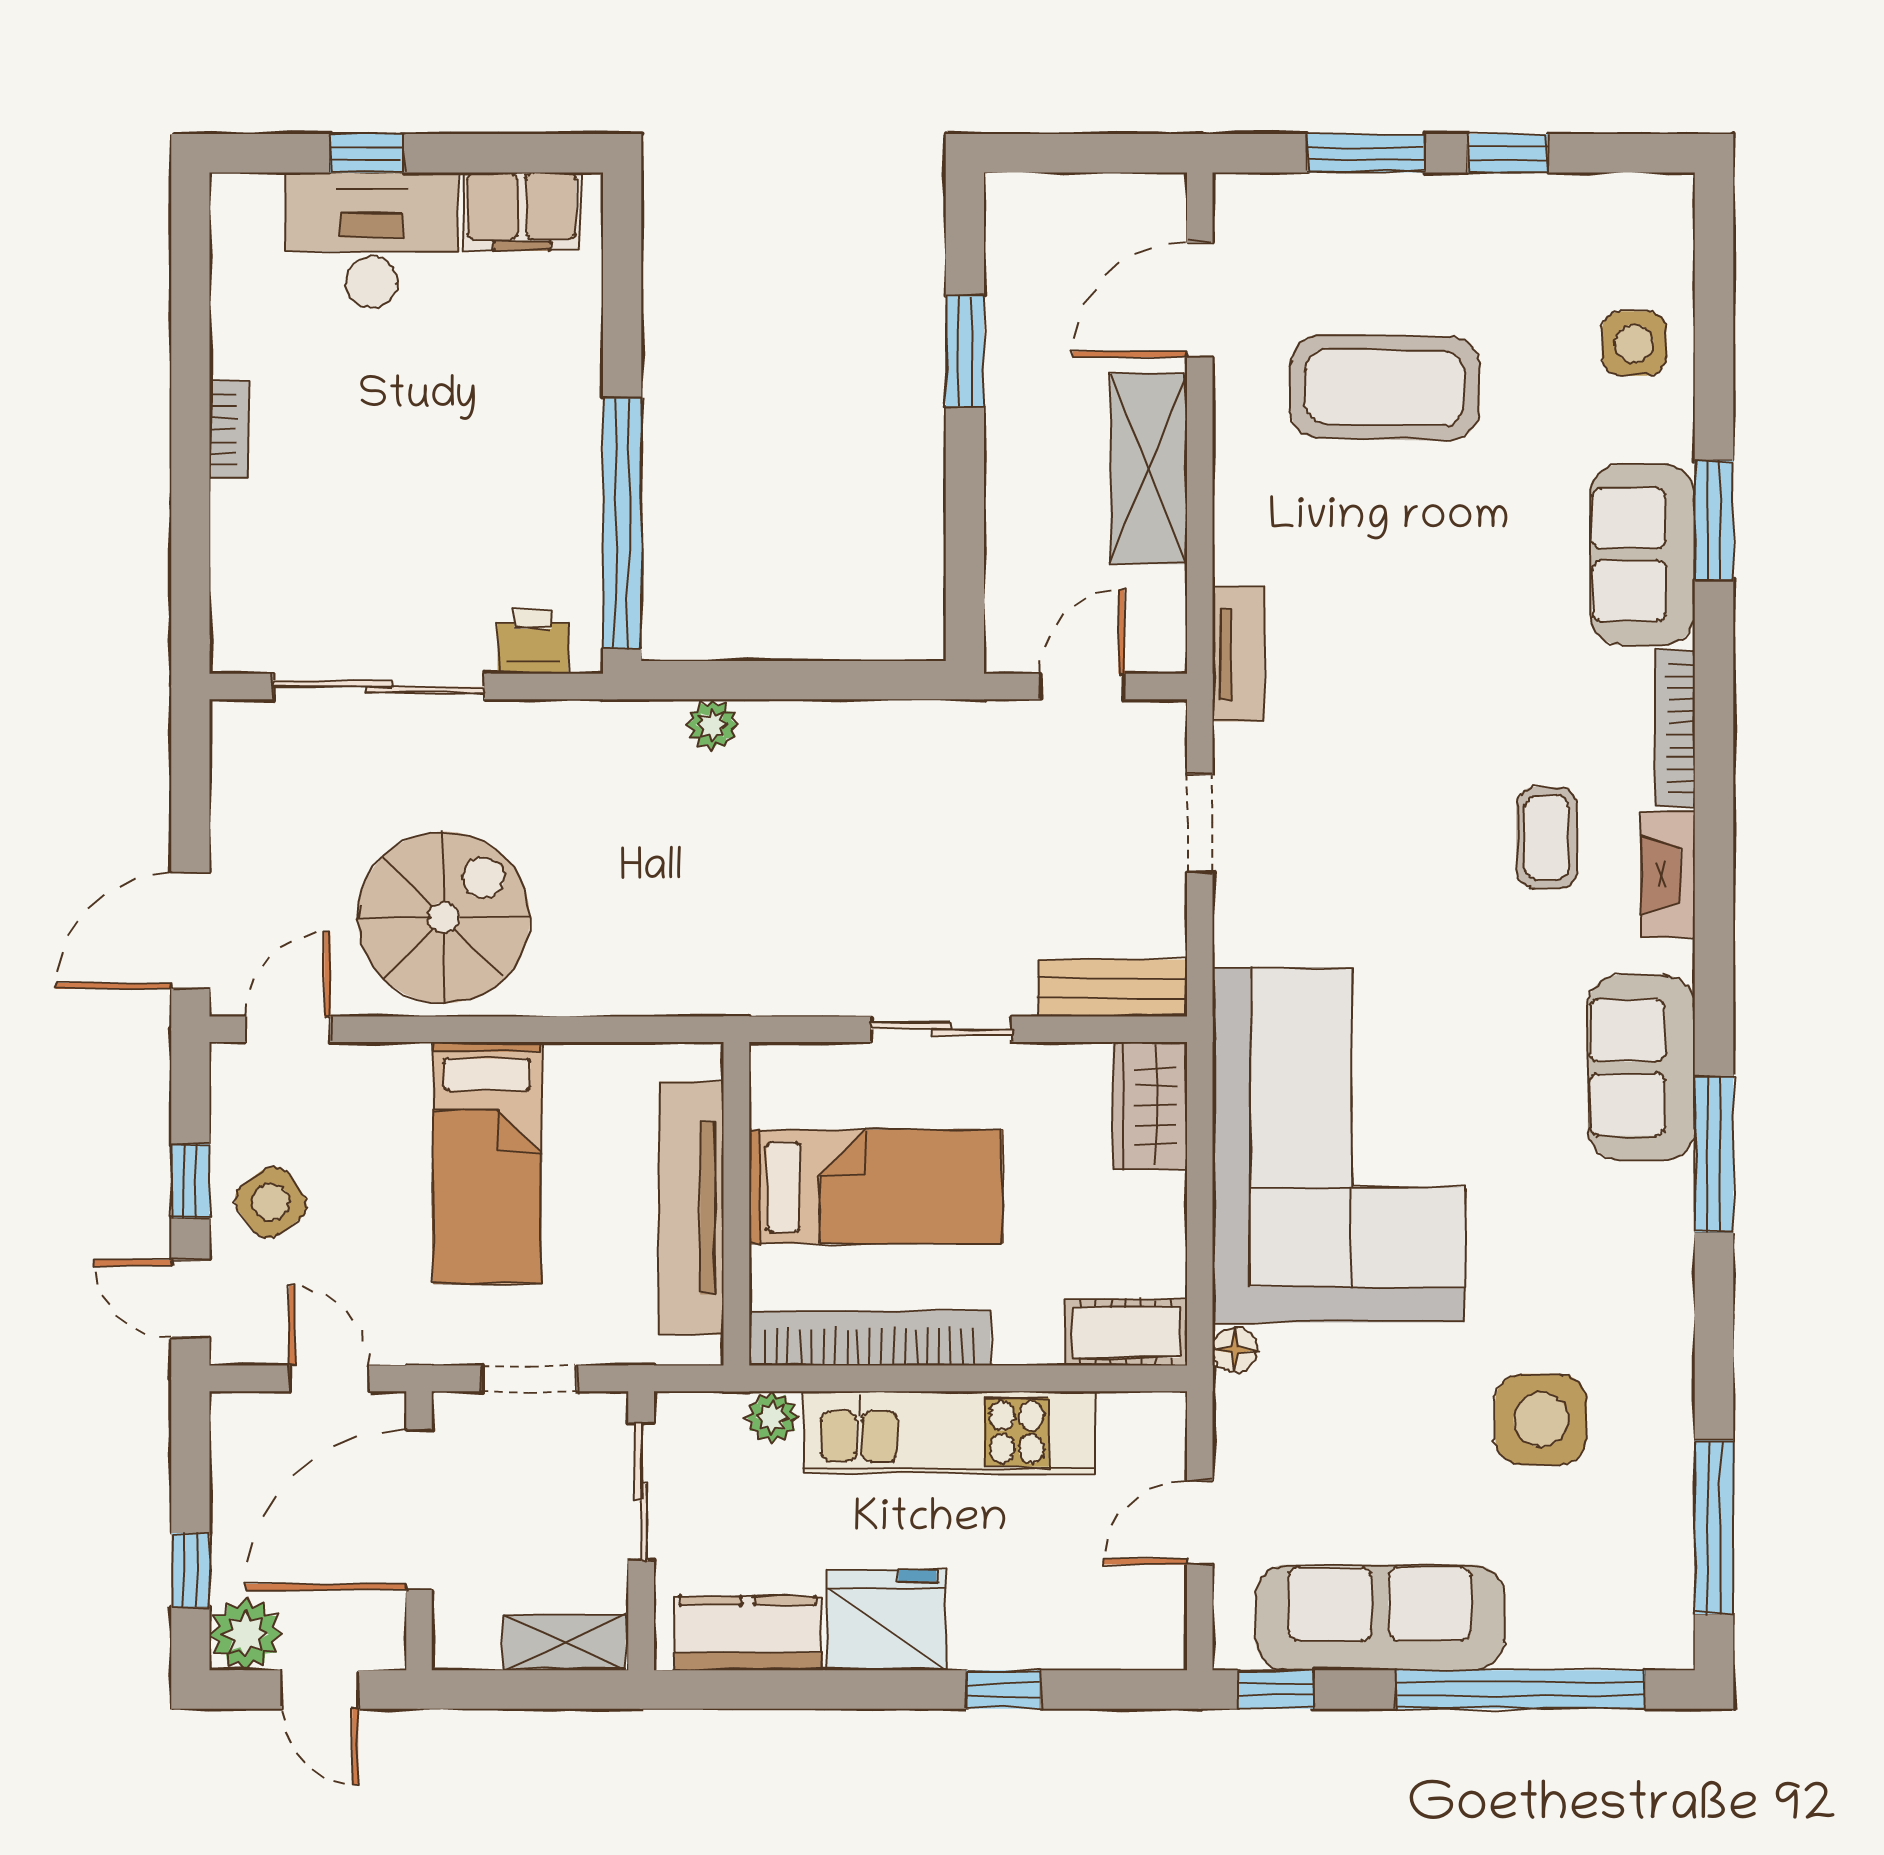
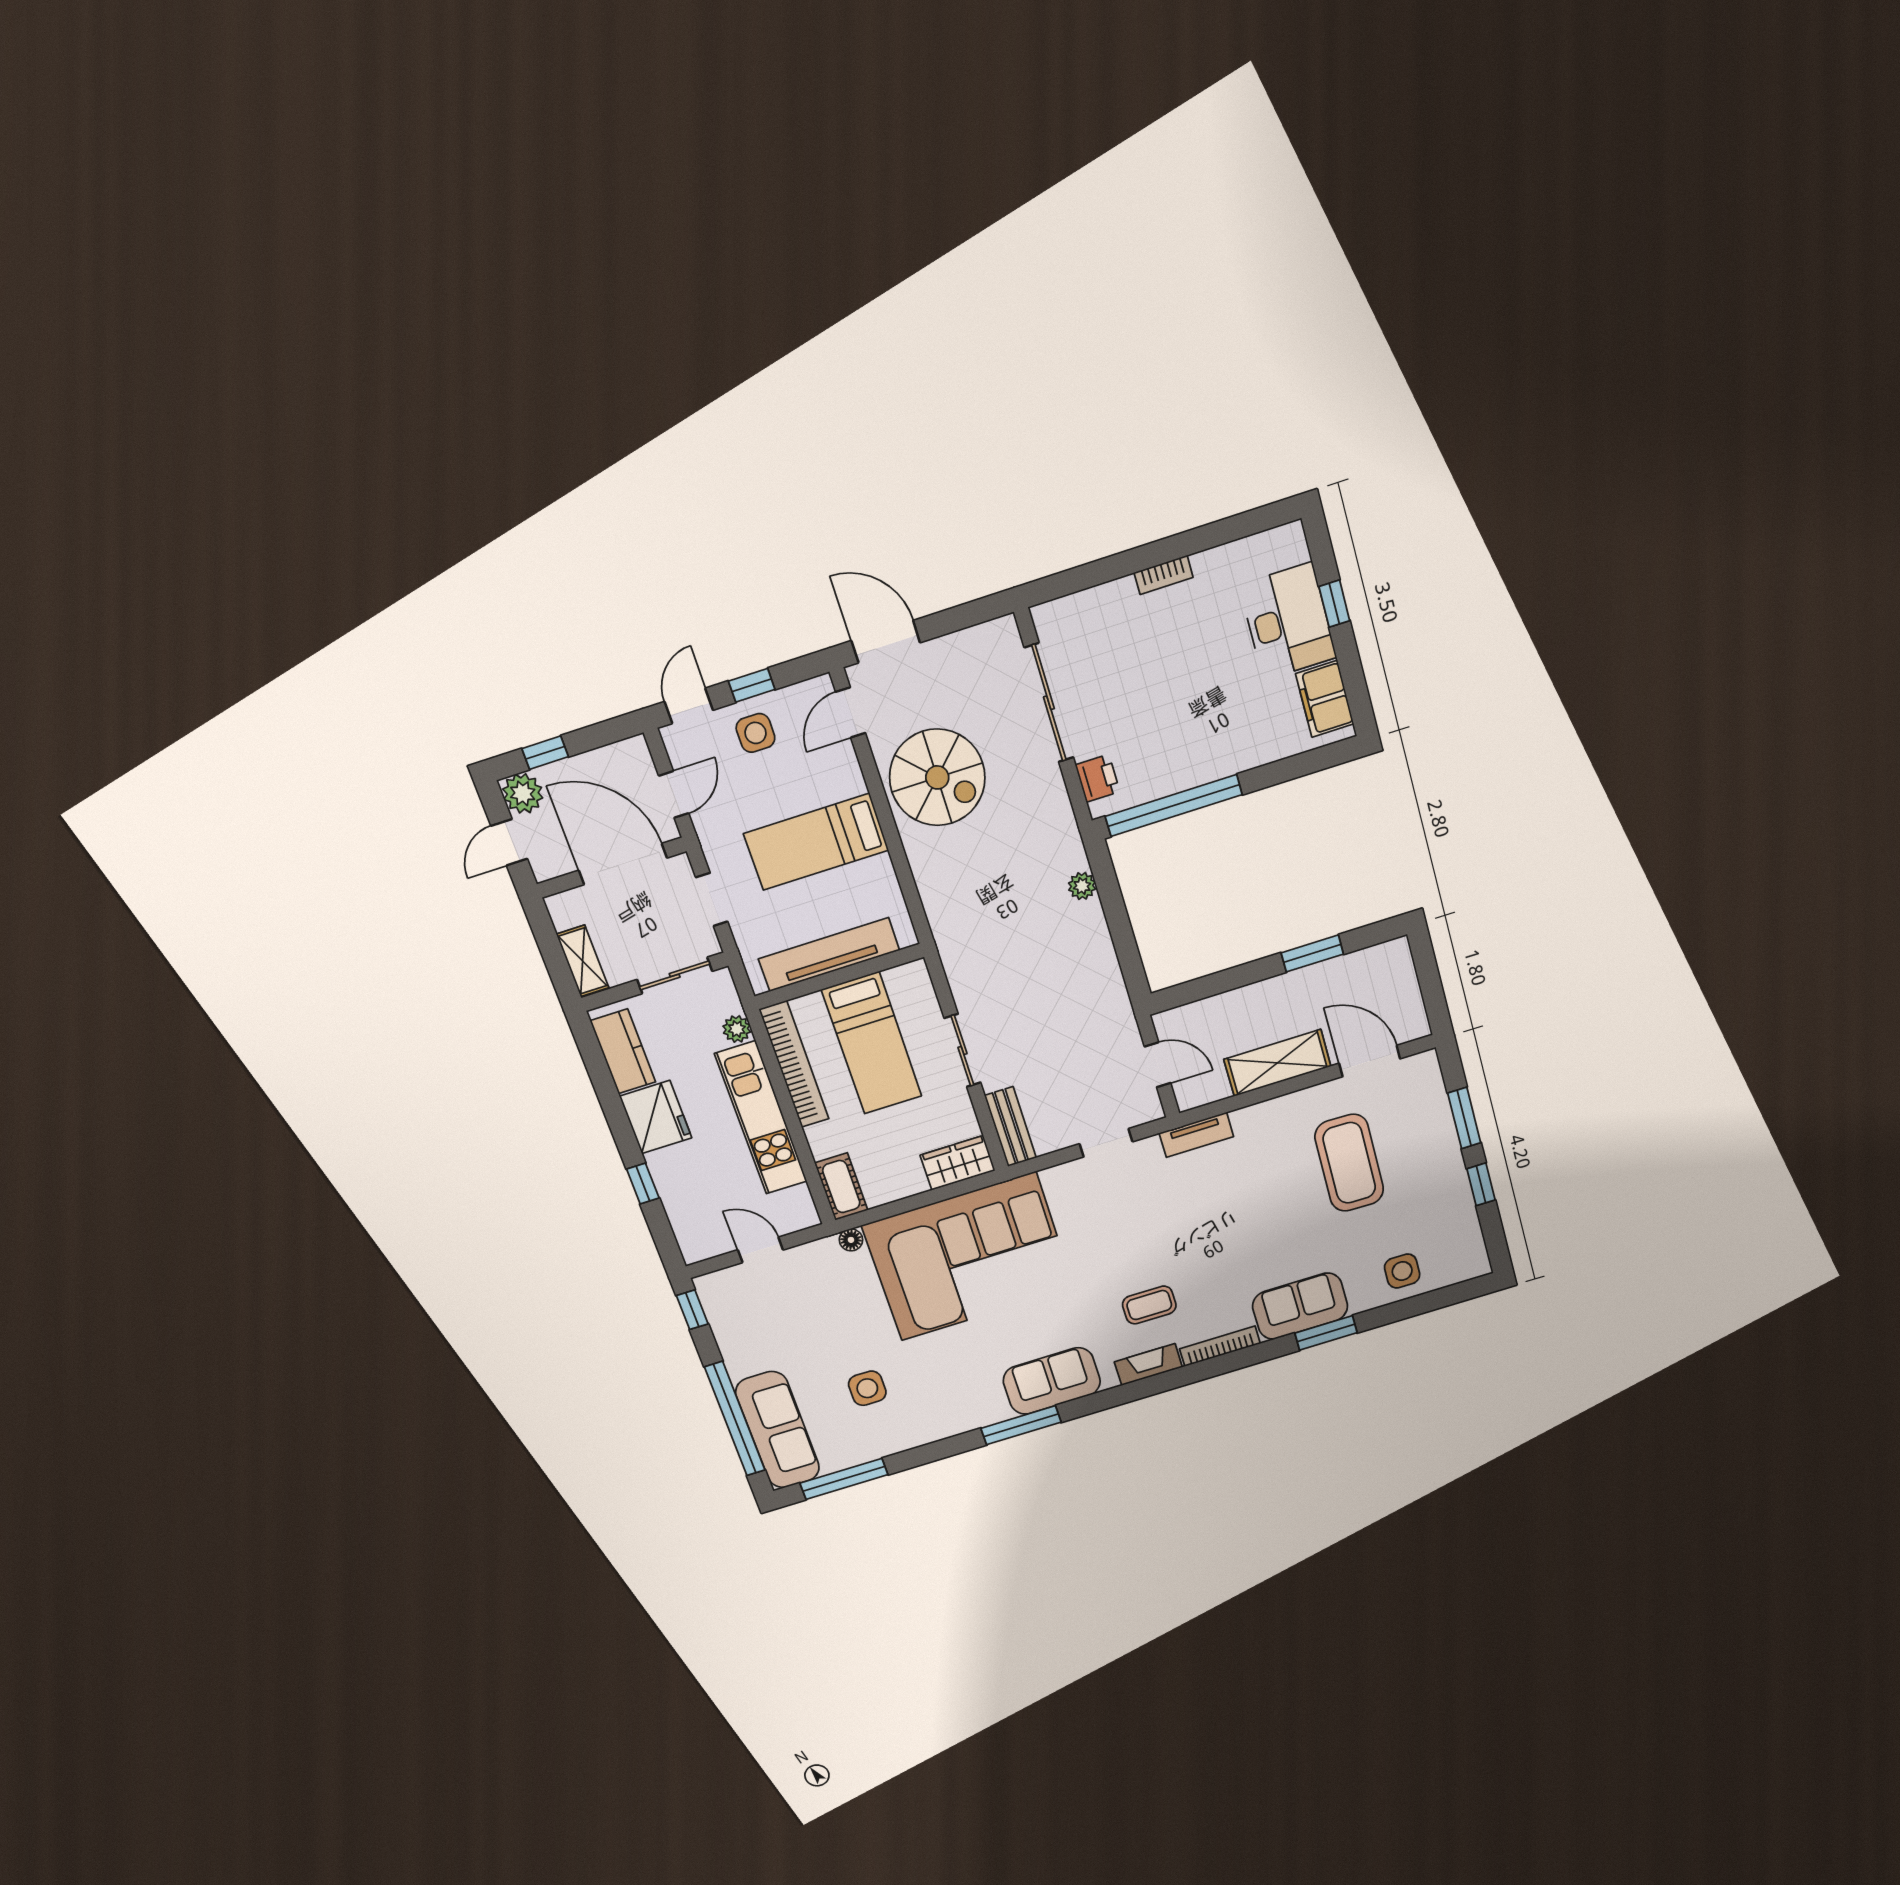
door: (288, 1029) -> (851, 712), swing flipped
side table: (271, 1202) -> (755, 733), turned 36
side table: (1541, 1420) -> (867, 1388), width x0.73, depth x0.73
sofa: (1380, 1617) -> (778, 1430), moved

